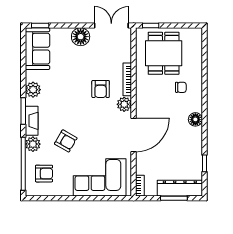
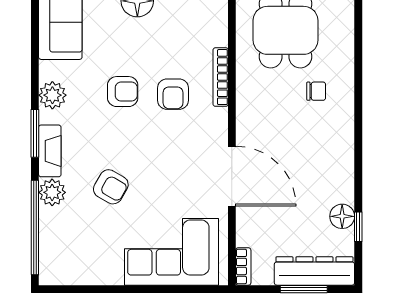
plant: (124, 104) -> (215, 121), removed
floor lamp: (195, 119) -> (342, 216), moved
door: (134, 135) -> (232, 176), hinge flipped
armchair: (44, 174) -> (123, 92), moved

